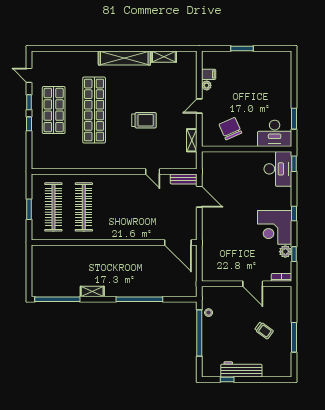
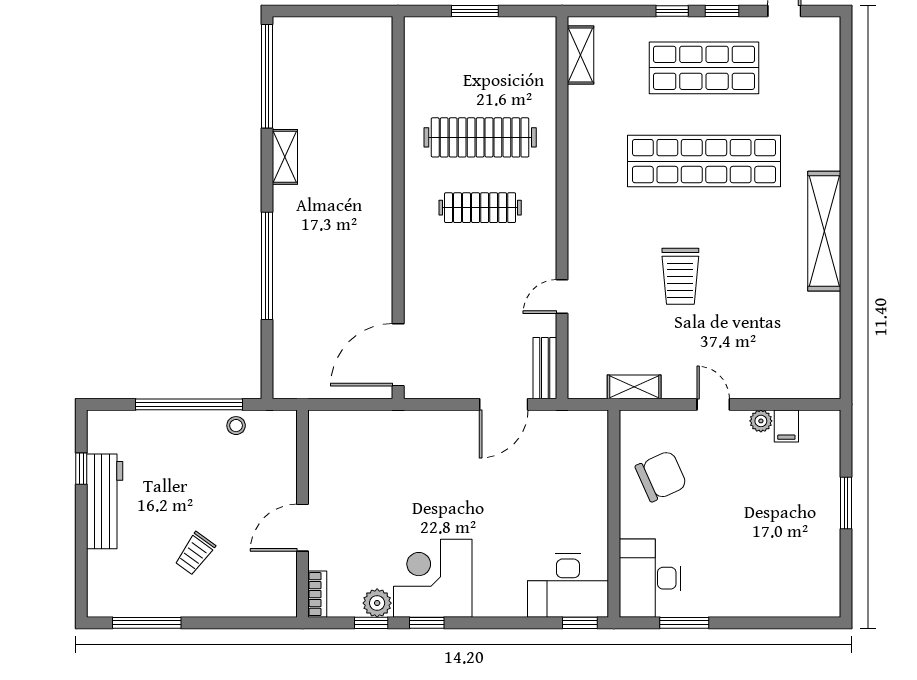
shelving: (164, 57) -> (581, 55), moved
clothes rail: (53, 207) -> (480, 208), moved, width x0.73, depth x0.76
window: (294, 214) -> (427, 623), moved
window: (294, 337) -> (147, 623), moved

